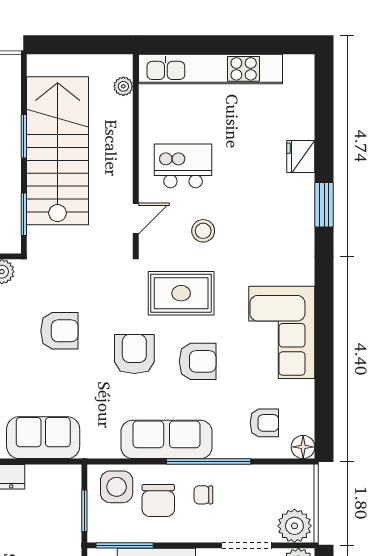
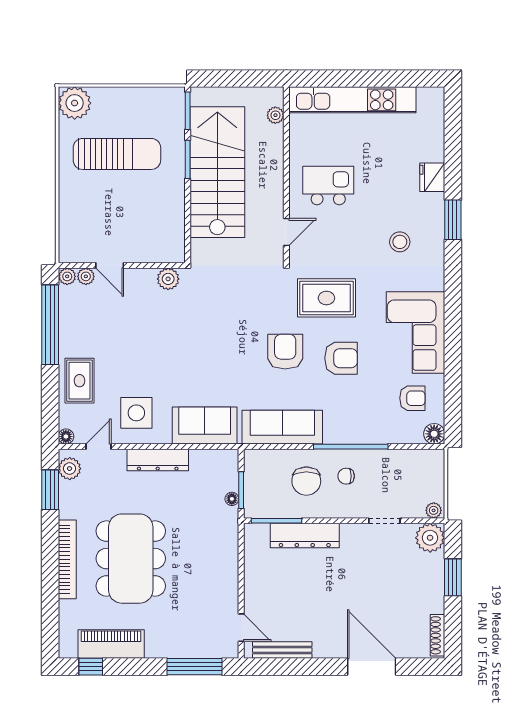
window: (24, 214) -> (188, 111), moved
stool: (203, 231) -> (400, 242), moved
armchair: (59, 331) -> (219, 331), removed
armchair: (264, 423) -> (412, 398), moved
sofa: (167, 439) -> (282, 427), moved
side table: (117, 487) -> (269, 469), removed
floor lamp: (74, 521) -> (232, 499), added
plant: (294, 526) -> (434, 510), width x0.53, depth x0.53
doorway: (247, 545) -> (384, 521), width x0.73

